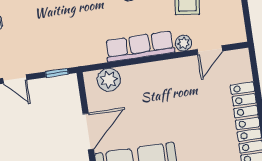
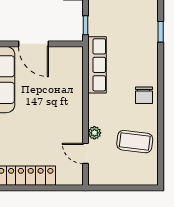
row of seats: (140, 46) -> (97, 65), moved
plant: (109, 80) -> (73, 67), removed

